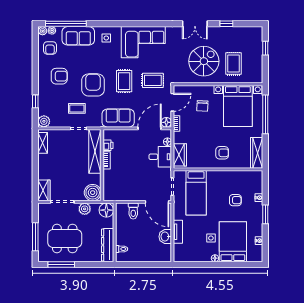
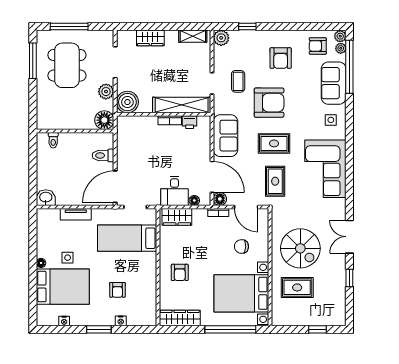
wardrobe: (44, 190) -> (150, 38), moved
washbasin: (165, 237) -> (46, 198), moved
dresser: (108, 245) -> (58, 122), removed

